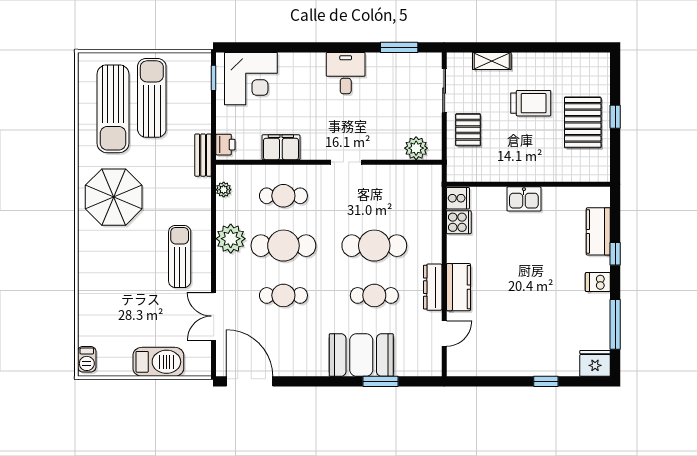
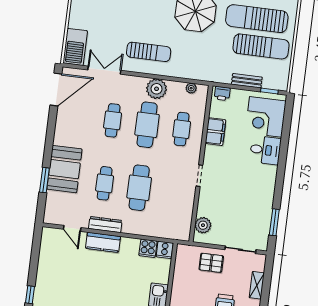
desk: (346, 73) -> (265, 150), moved
bench: (203, 155) -> (247, 81), moved
barbecue: (158, 362) -> (75, 47), moved

